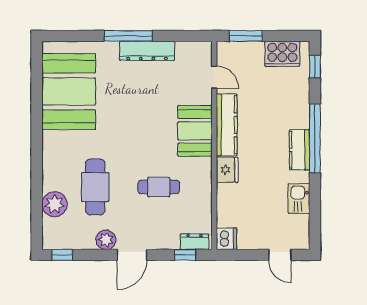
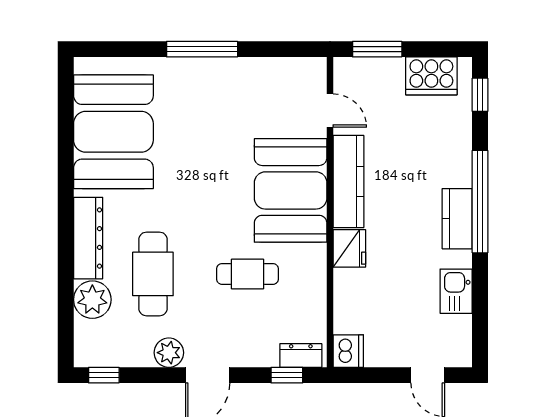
dresser: (147, 51) -> (88, 238), moved, turned -90
booth: (195, 131) -> (291, 190), width x1.36, depth x1.42

